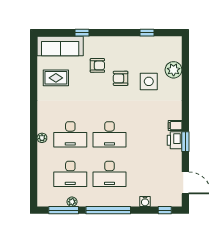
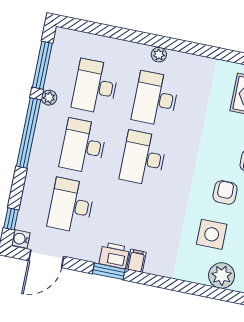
desk: (149, 174) -> (71, 206), added
water cooler: (145, 201) -> (21, 239), moved
plant: (72, 202) -> (49, 98), moved

